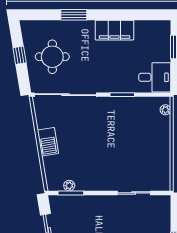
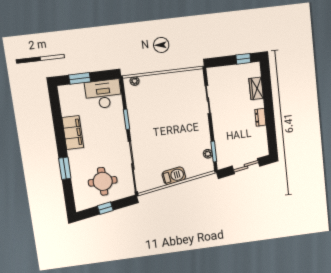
desk: (155, 77) -> (103, 94), width x1.37

